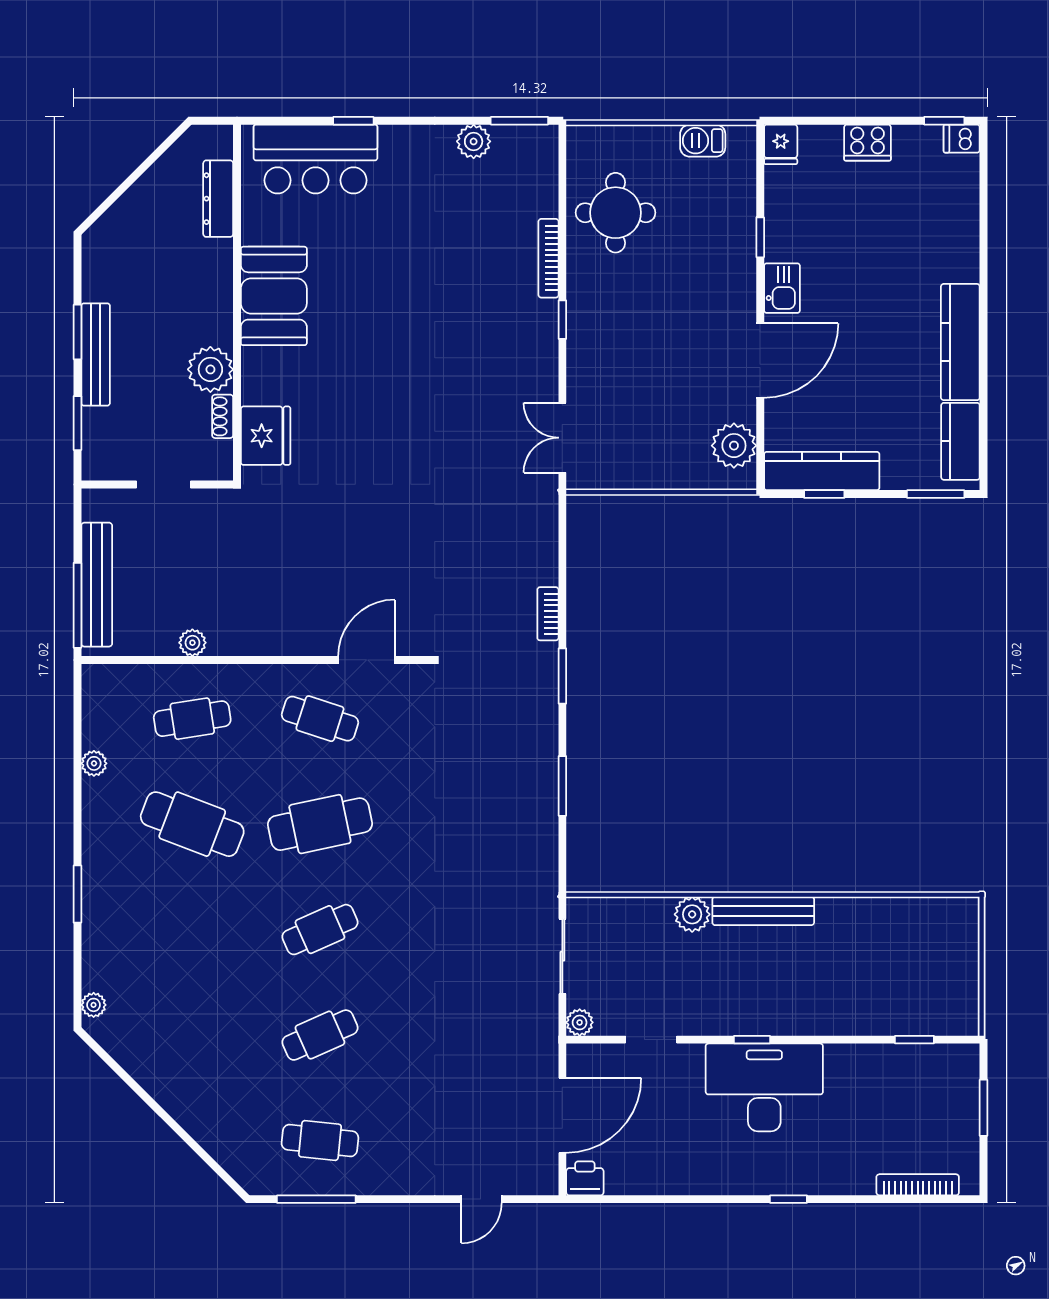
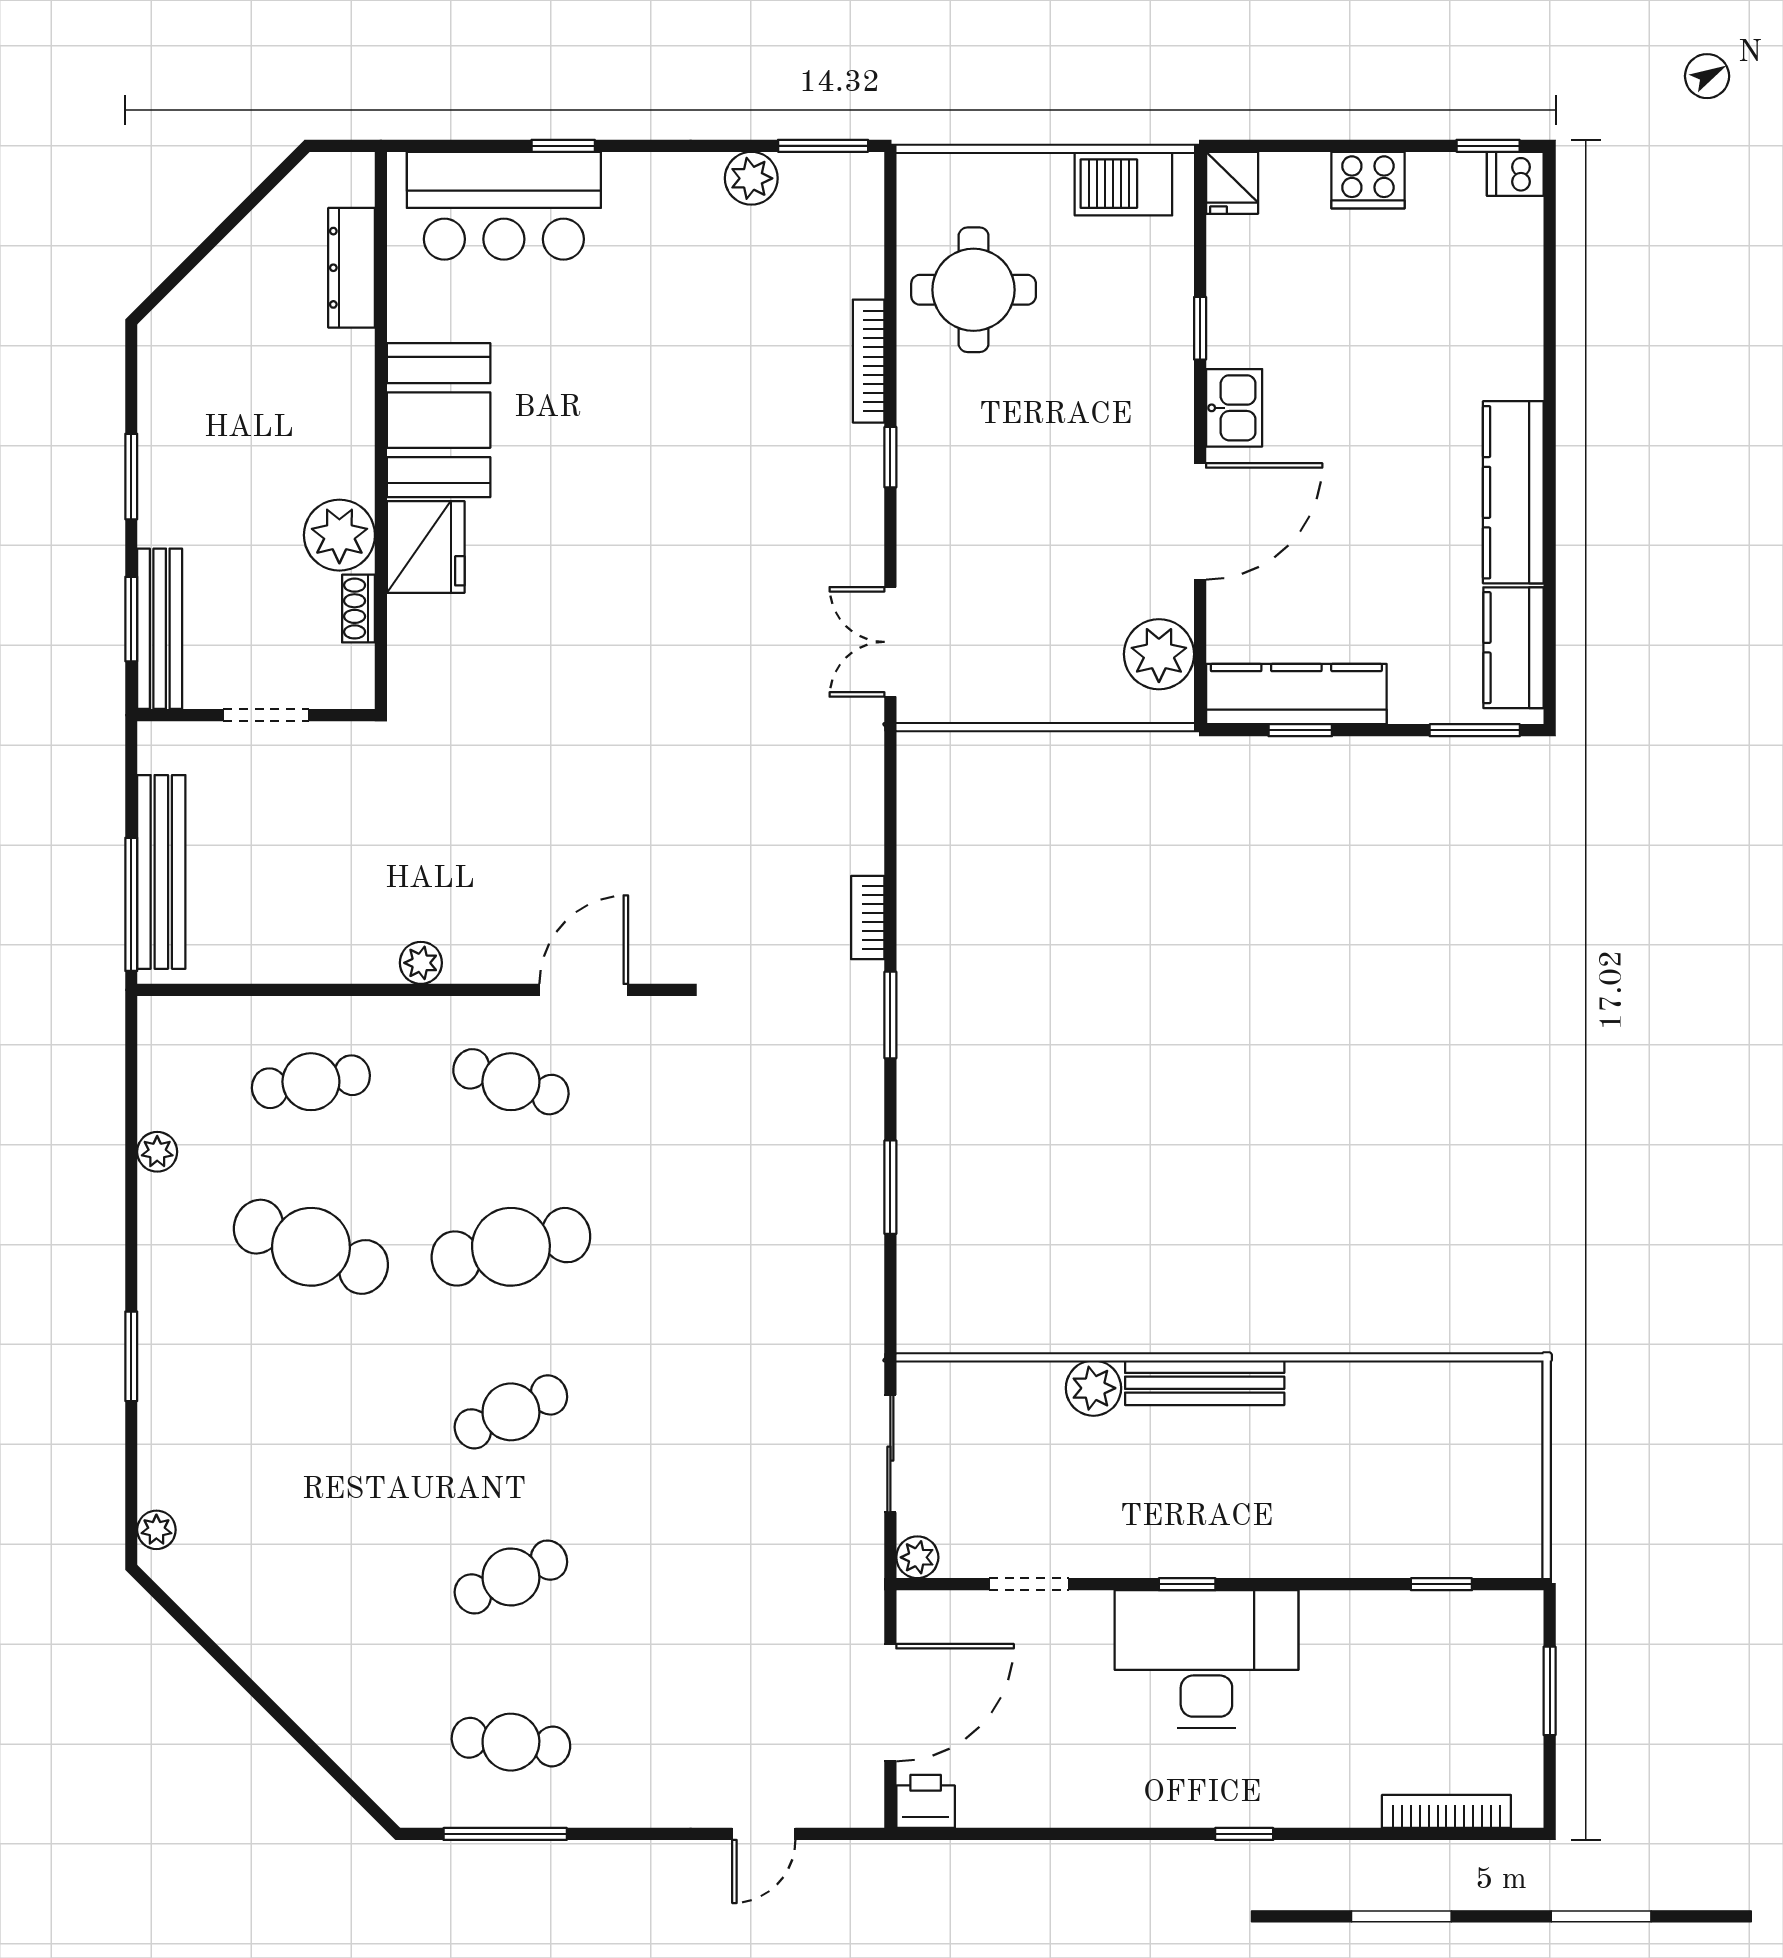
barbecue: (703, 141) -> (1123, 184), width x1.38, depth x1.27
bench: (96, 354) -> (160, 629), moved
fridge: (266, 436) -> (426, 547), moved
plant: (192, 643) -> (421, 963), moved

